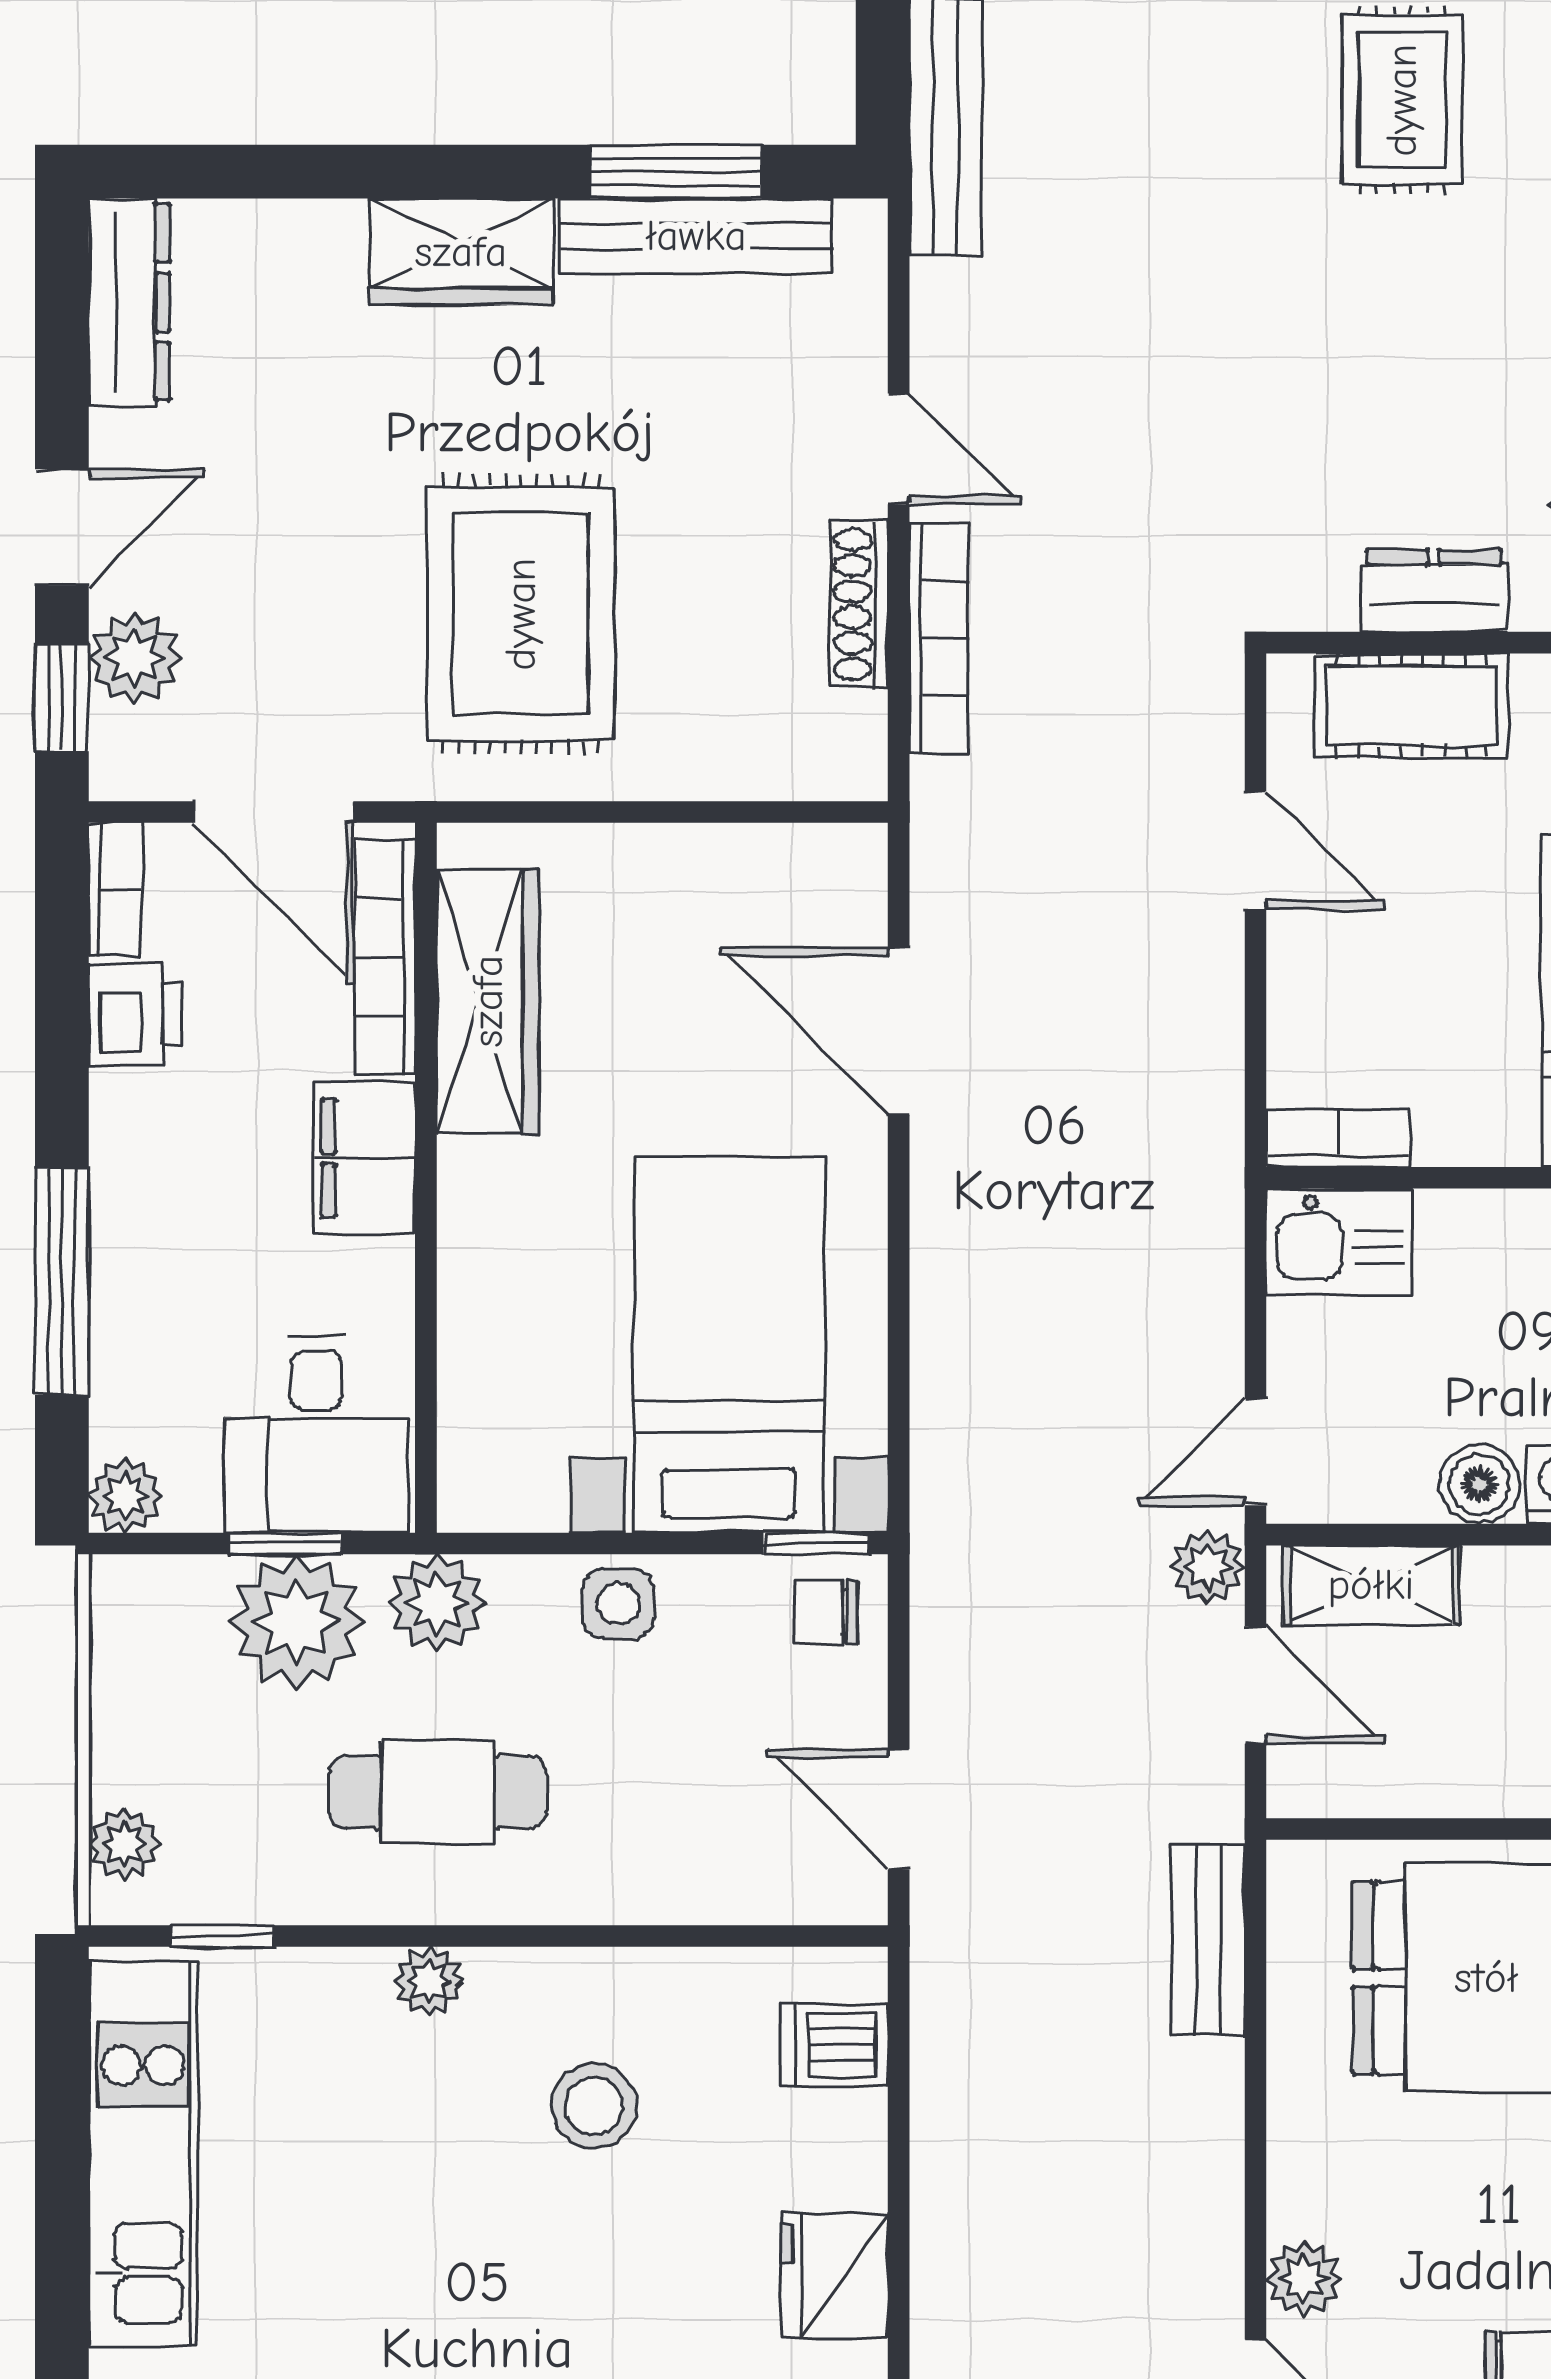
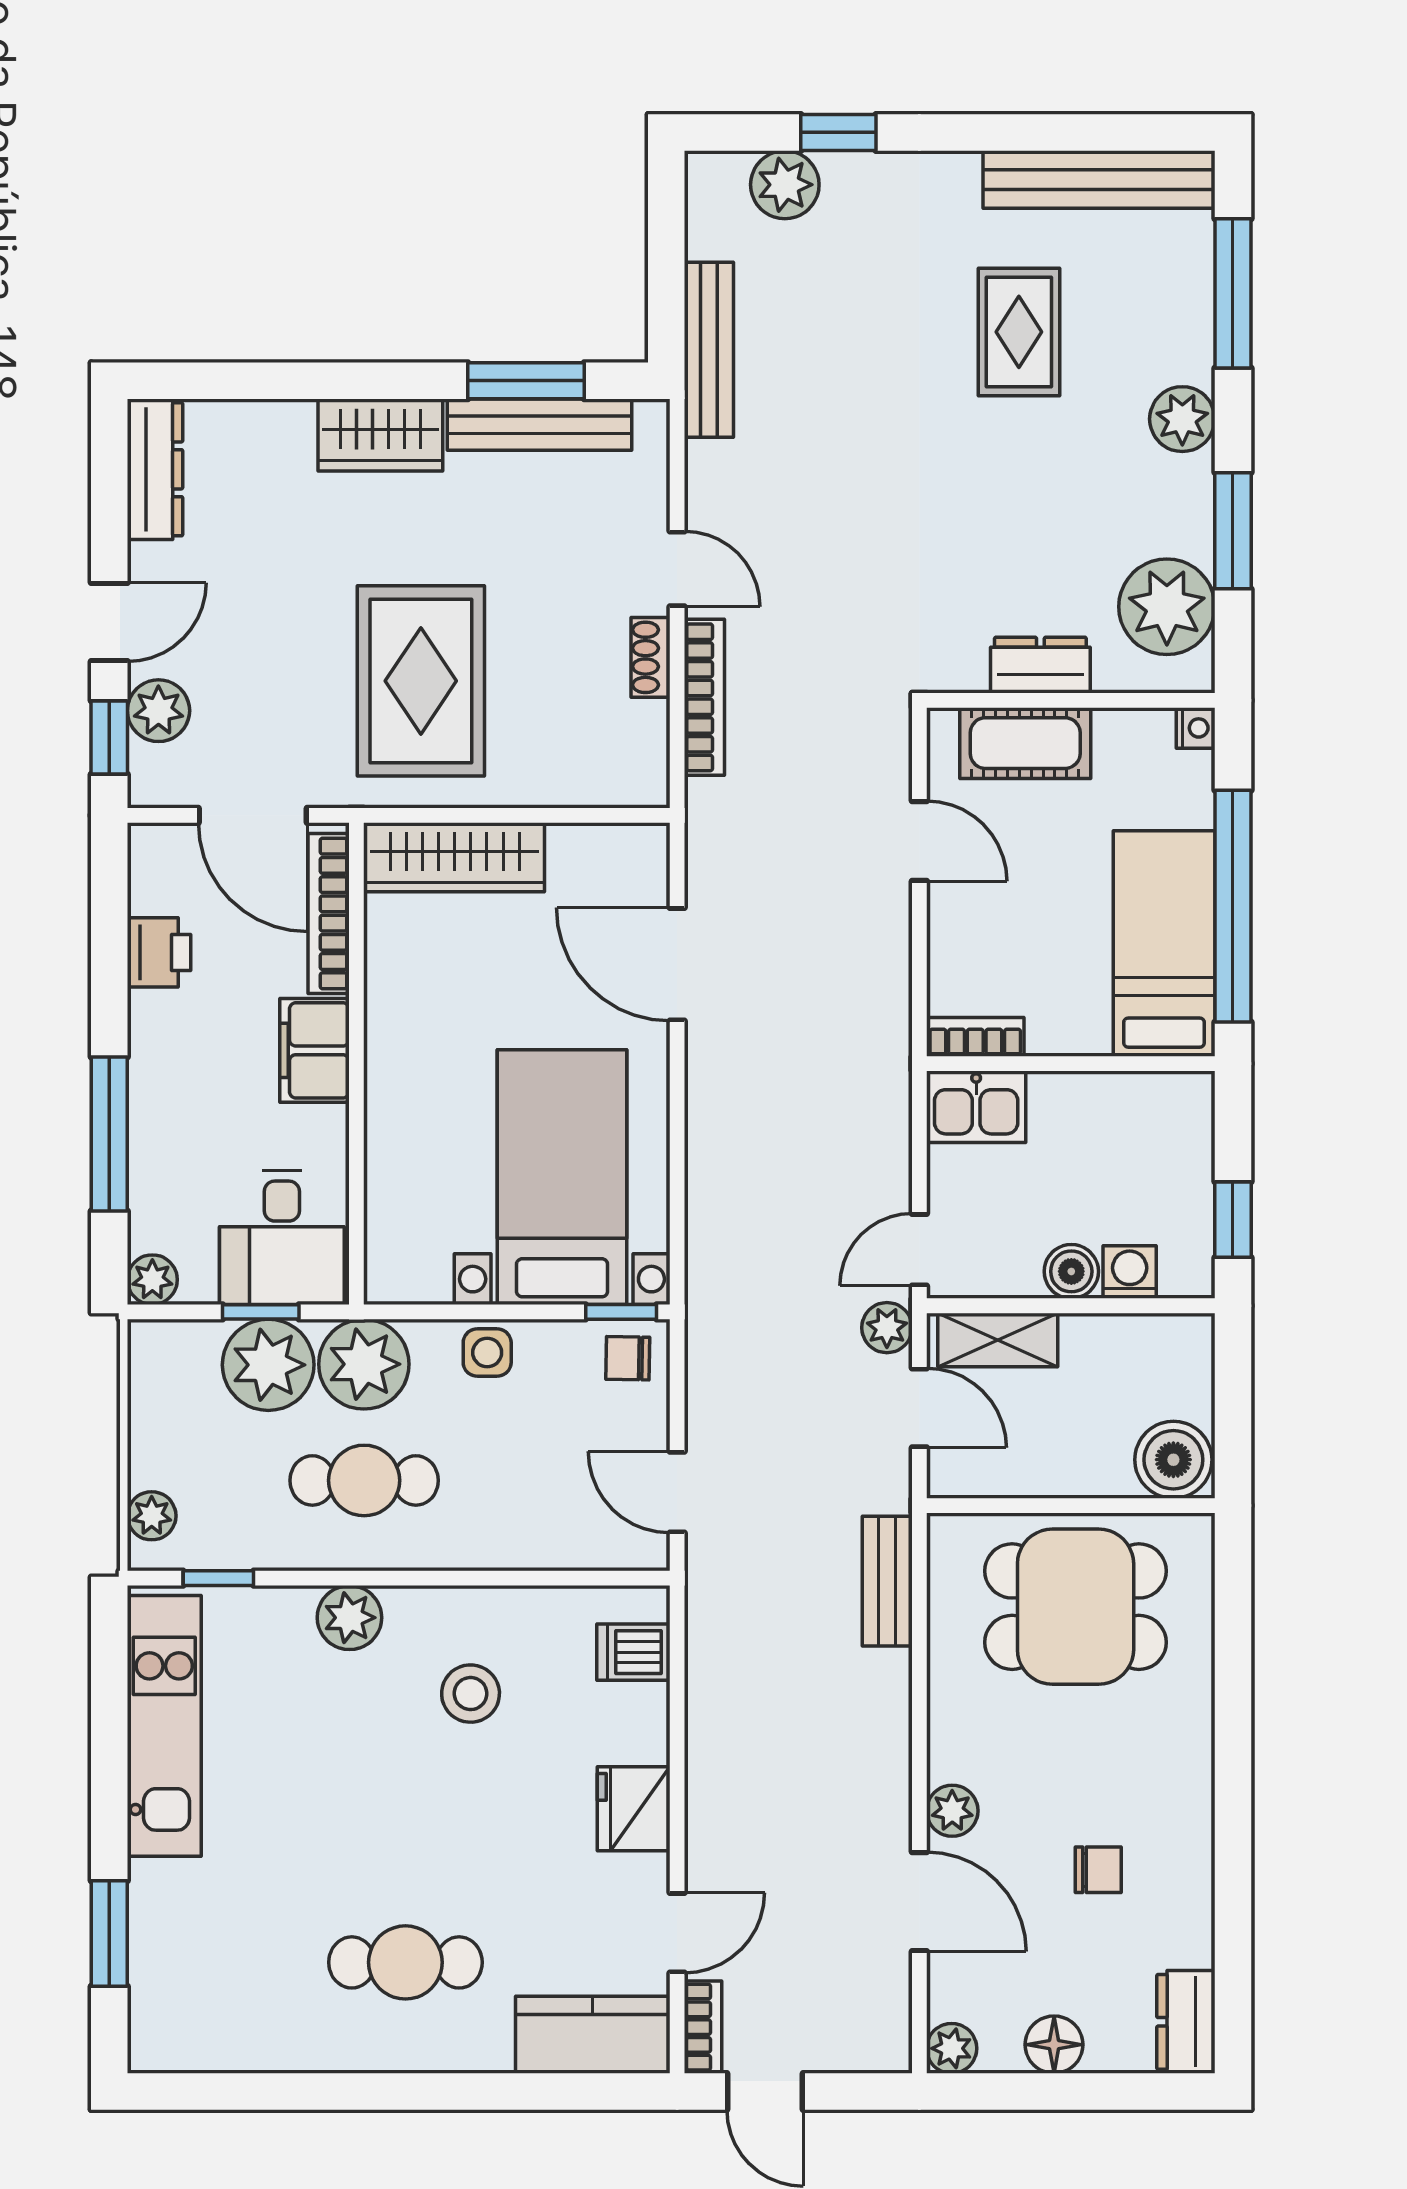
shoe rack: (859, 604) -> (651, 657), width x0.70
bookcase: (115, 889) -> (146, 868), removed
wardrobe: (488, 1001) -> (455, 857), moved, turned 90
plant: (437, 1603) -> (364, 1364), width x1.36, depth x1.36
plant: (429, 1981) -> (349, 1618), width x1.38, depth x1.38

